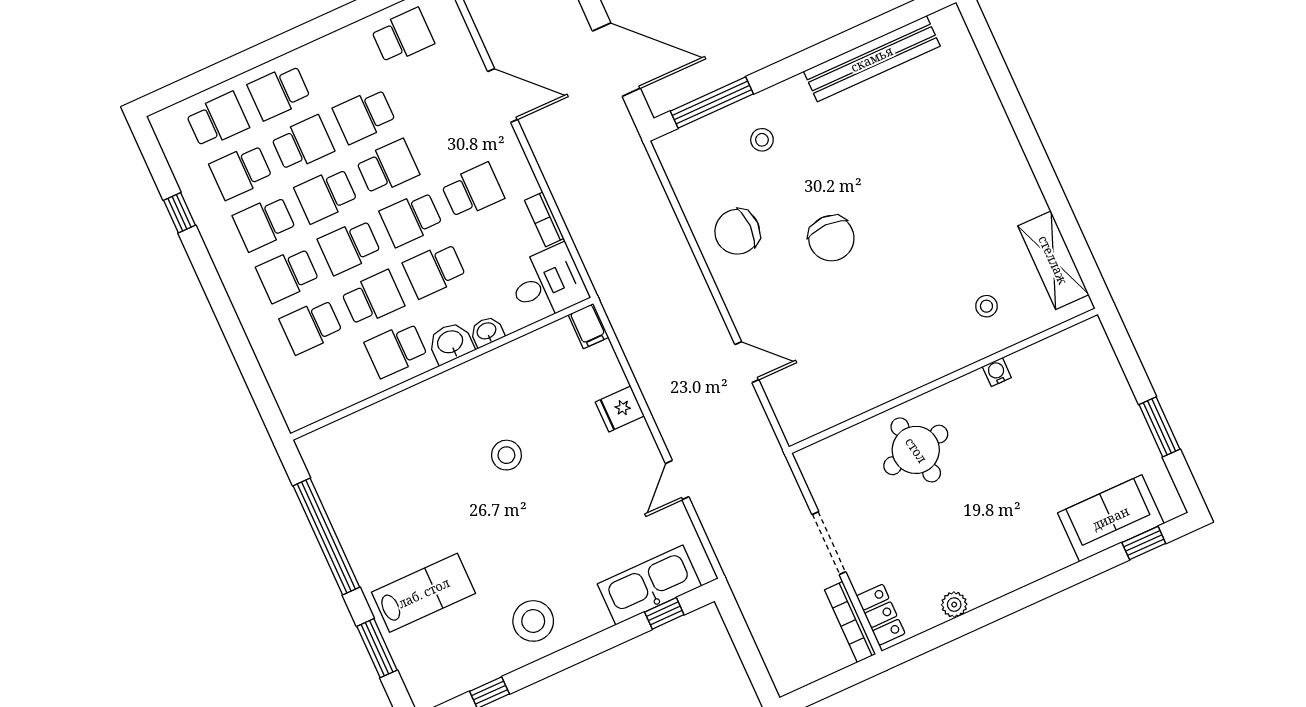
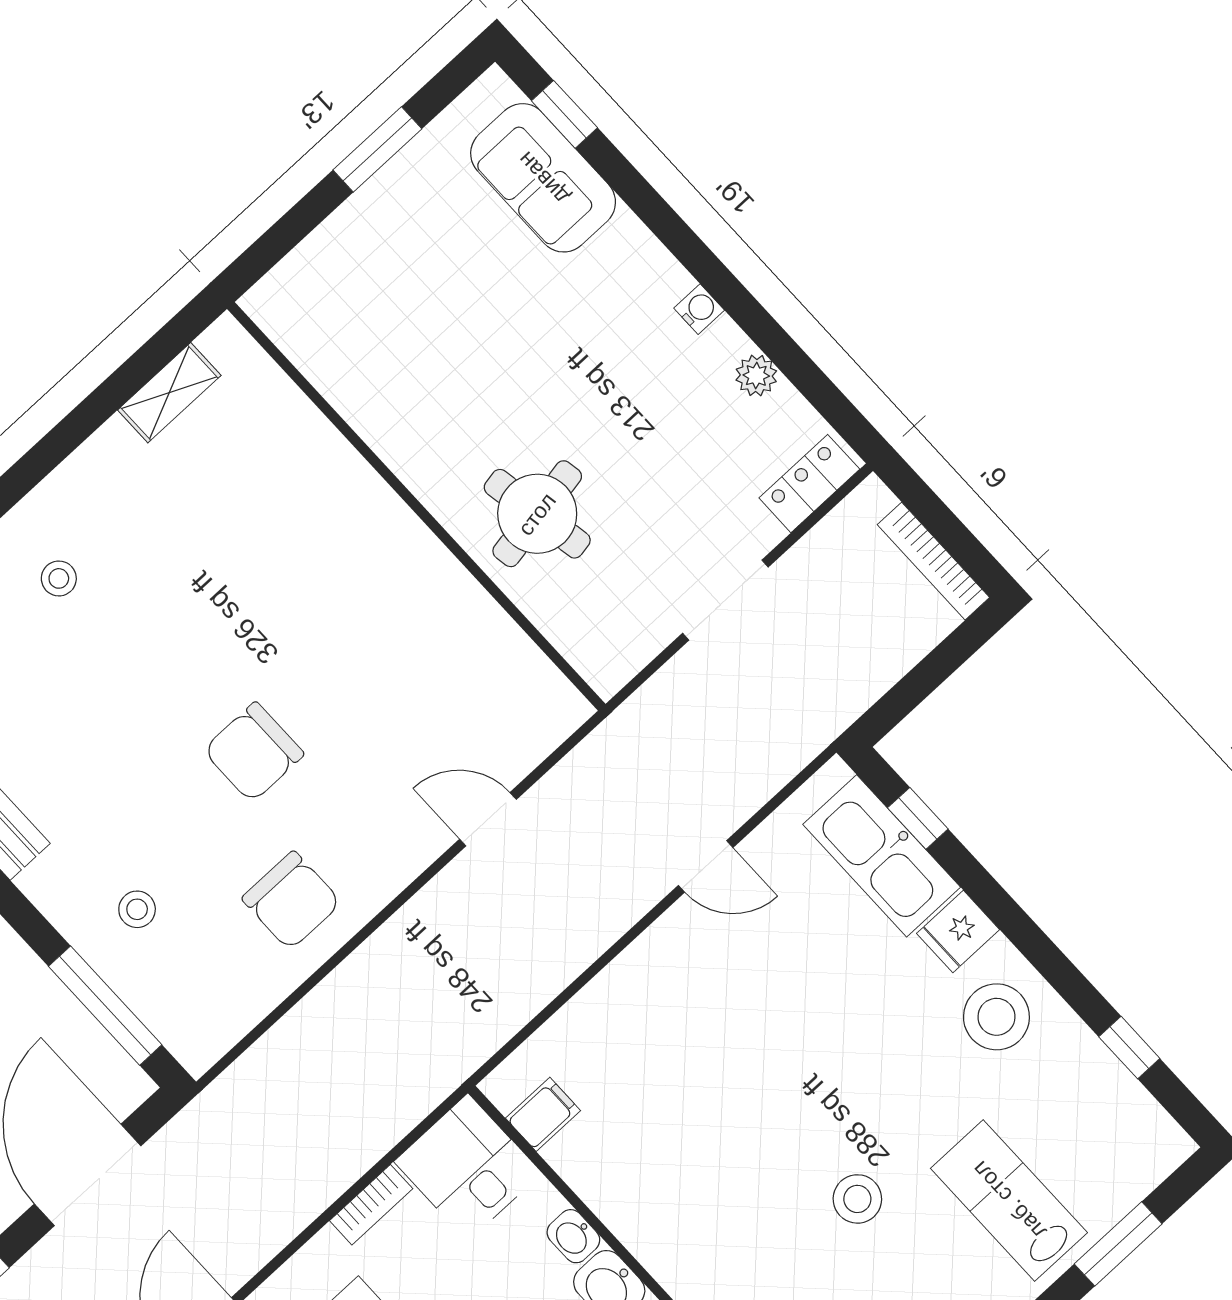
chair: (831, 238) -> (254, 752), turned 180
shelving: (1053, 260) -> (169, 393), width x0.67, depth x0.75
stool: (986, 306) -> (59, 578), moved
filing cabinet: (589, 326) -> (543, 1114), moved
door: (747, 362) -> (488, 819), hinge flipped
water cooler: (997, 372) -> (699, 309), moved, turned 180
fridge: (620, 409) -> (958, 931), moved, turned 90
stool: (506, 455) -> (857, 1199), moved
bookcase: (850, 622) -> (933, 561), moved, turned 90

